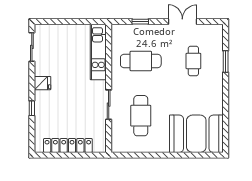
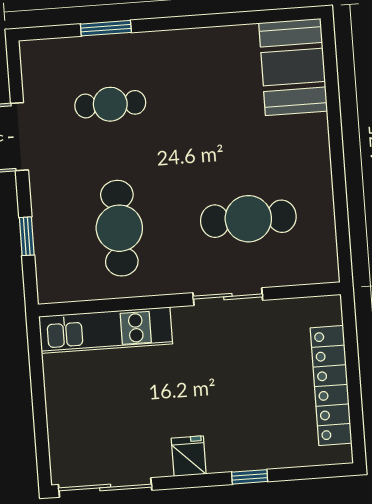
sliding door: (32, 47) -> (105, 487), width x1.37
booth: (196, 134) -> (293, 67), width x0.73, depth x0.70

